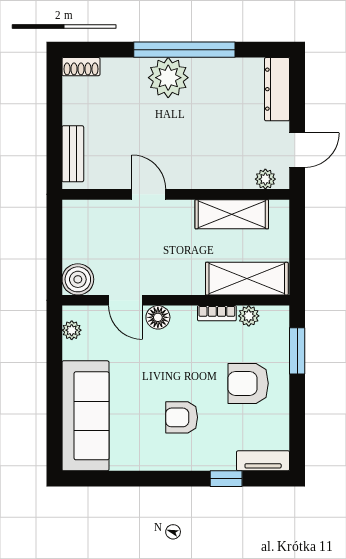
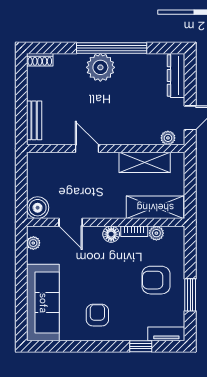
floor lamp: (158, 317) -> (111, 234), moved
window: (297, 351) -> (190, 295), moved
armchair: (182, 417) -> (97, 315), moved, turned 90

